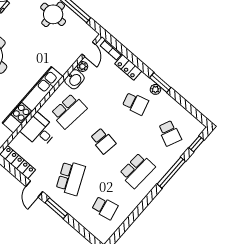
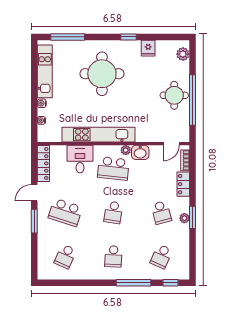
plant: (82, 66) -> (126, 150), moved
school desk: (137, 170) -> (113, 256), width x0.54
school desk: (71, 178) -> (65, 212), turned 42
school desk: (105, 208) -> (65, 256), turned 36

